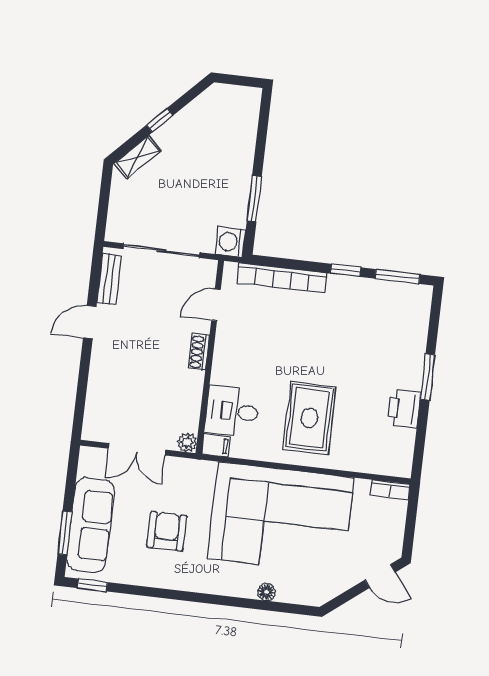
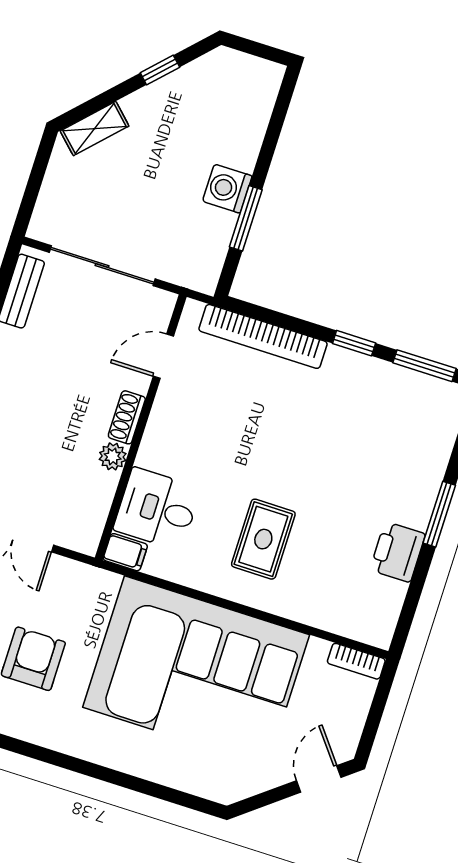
window: (160, 120) -> (160, 70), moved
washing machine: (230, 242) -> (227, 189), moved
rug: (310, 418) -> (263, 539), width x0.73, depth x0.70
plant: (187, 443) -> (113, 456), moved
door: (380, 576) -> (319, 779), swing flipped
floor lamp: (266, 592) -> (156, 770), removed

